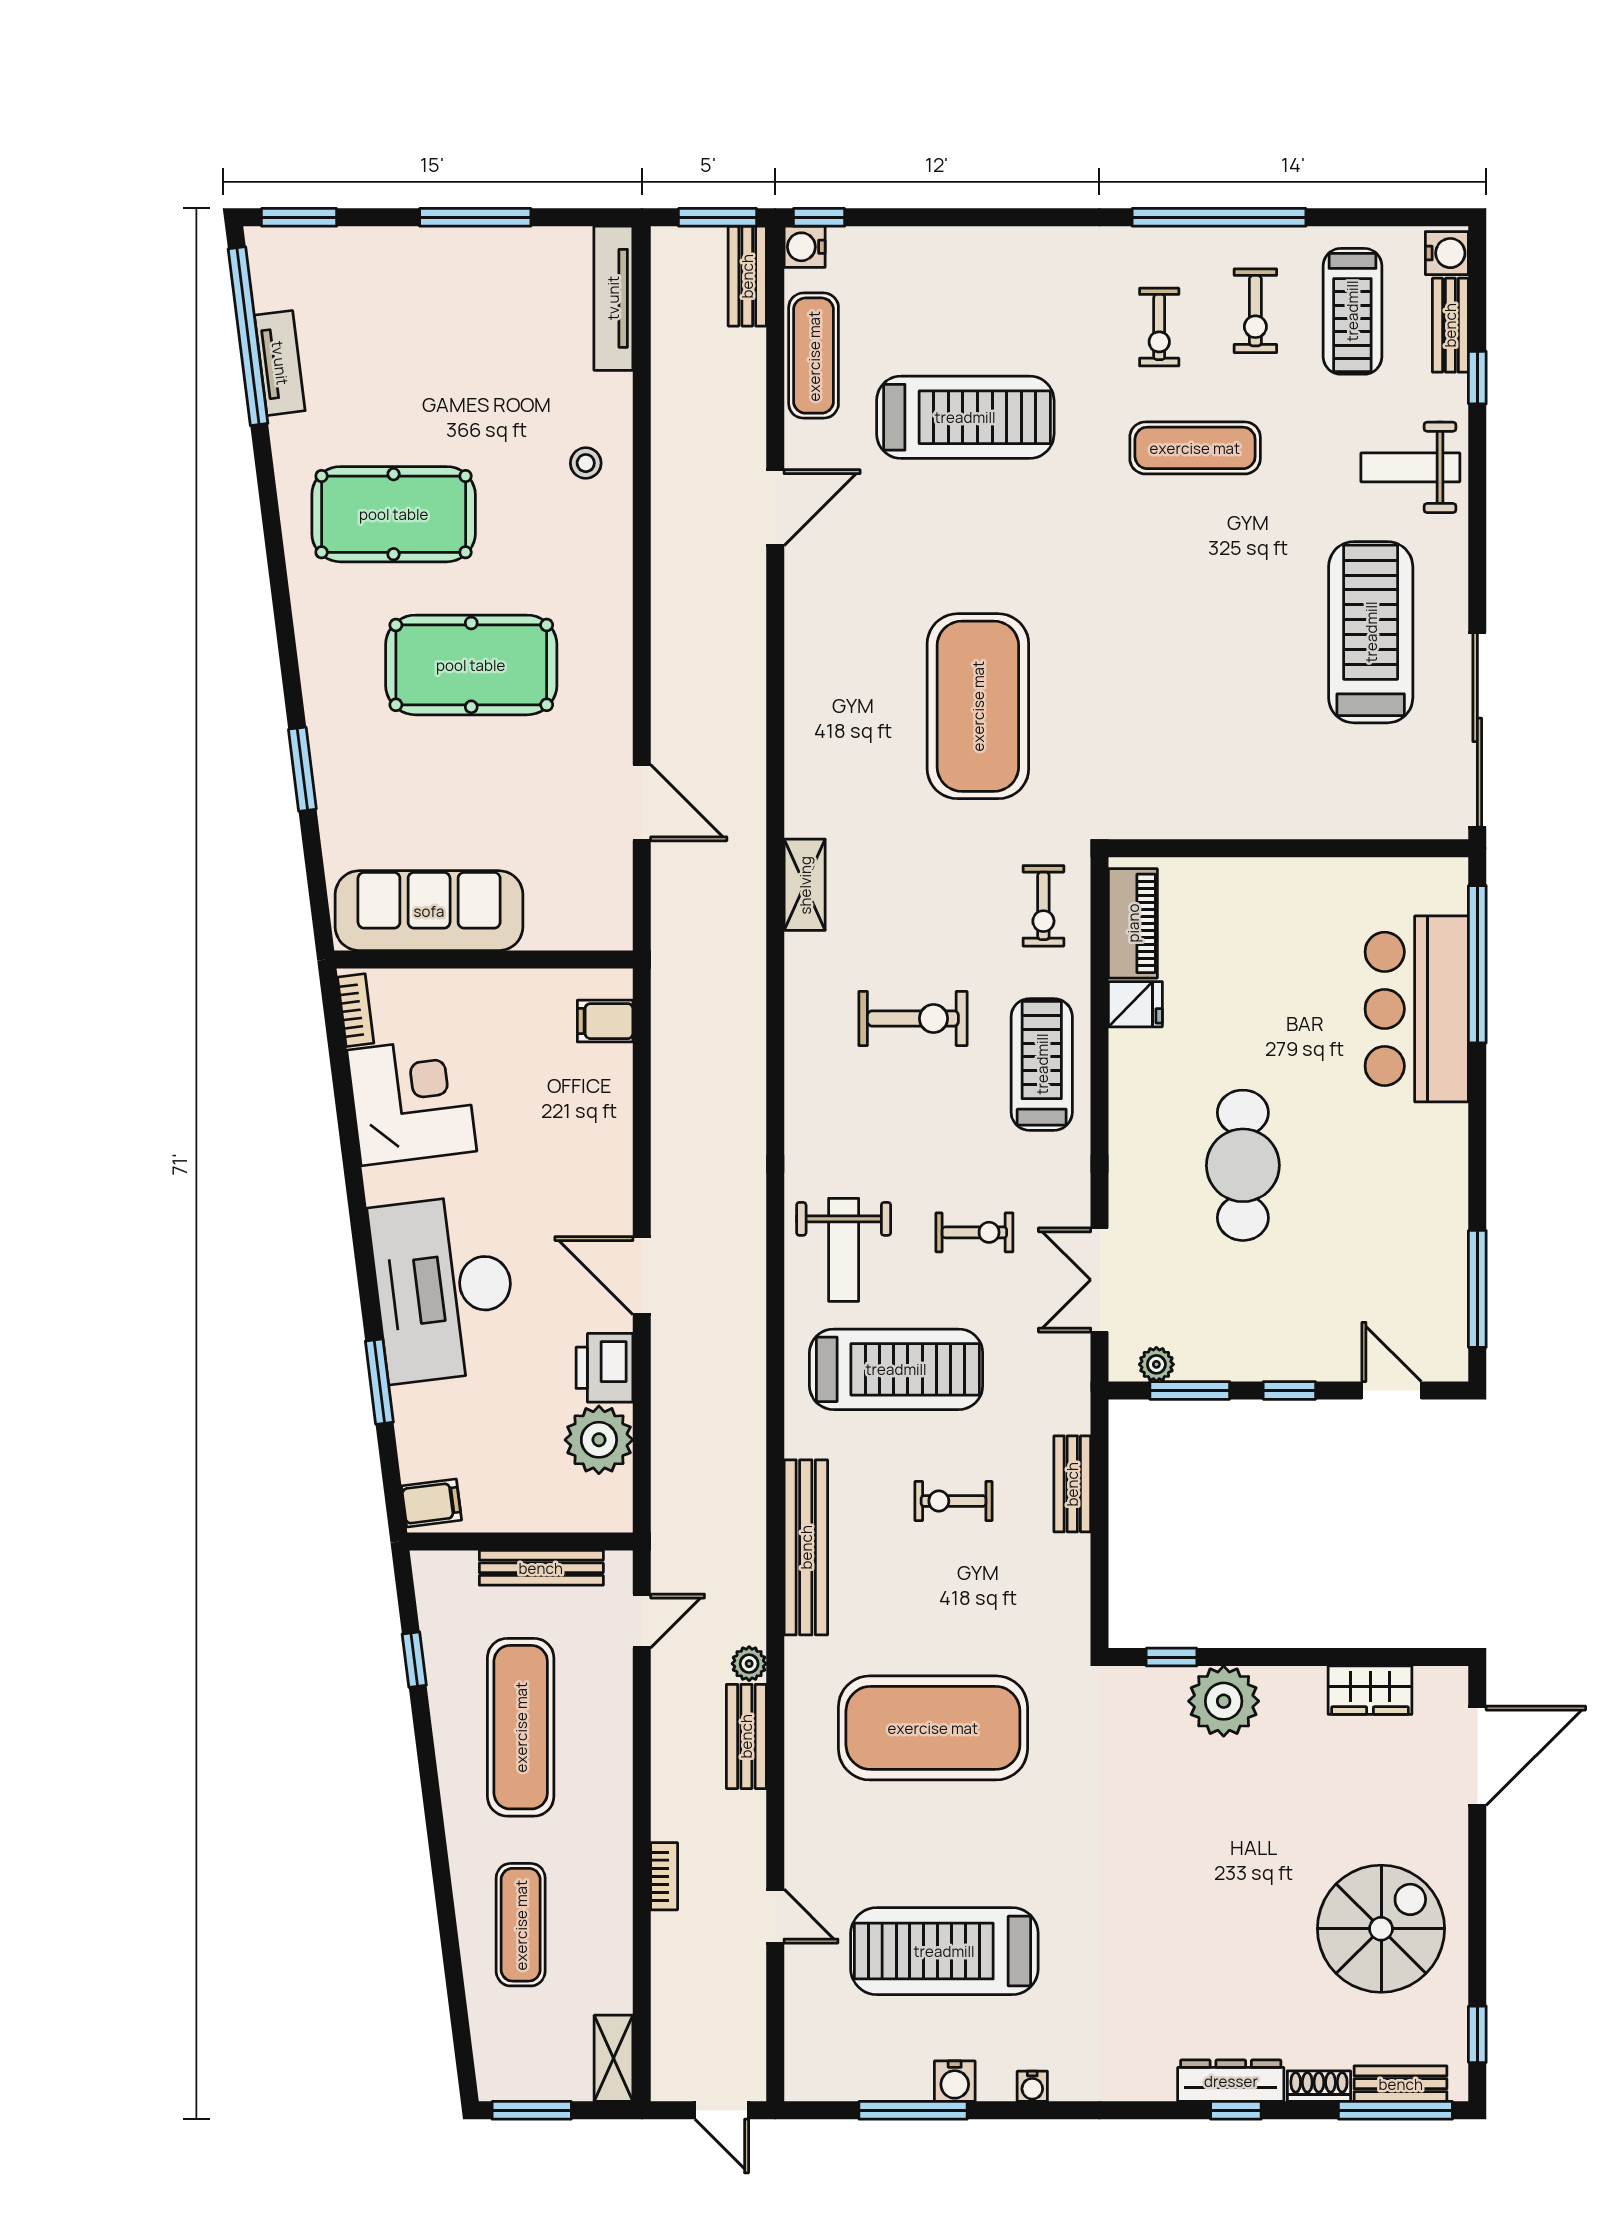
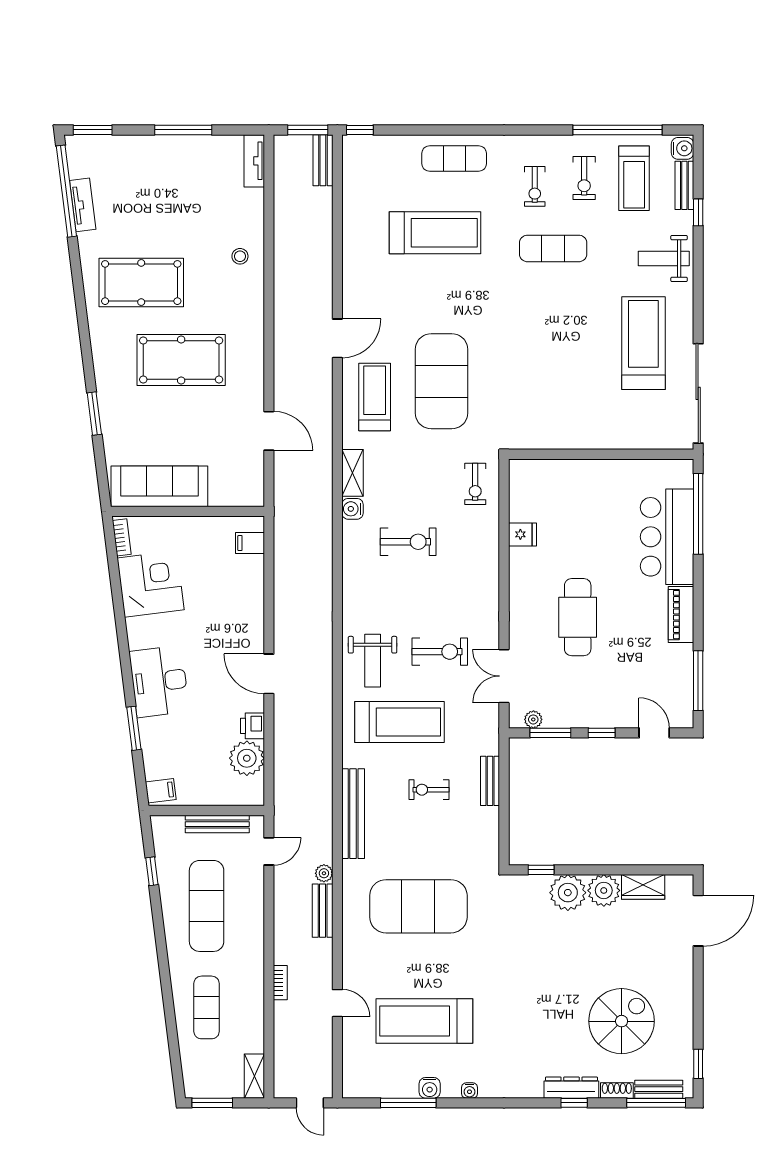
window: (1219, 217) -> (618, 130), moved
water cooler: (805, 247) -> (352, 509), moved
tv unit: (613, 298) -> (254, 161), width x0.71
exercise mat: (814, 356) -> (454, 159), moved, turned 90
door: (775, 508) -> (337, 338), moved
piano: (1133, 923) -> (681, 615), moved, turned 180
treadmill: (1042, 1064) -> (375, 397), moved
exercise bike: (974, 1232) -> (440, 652), width x1.38, depth x1.39
desk: (444, 1288) -> (159, 681), width x0.73, depth x0.77
printer: (605, 1368) -> (252, 726), width x0.73, depth x0.81
plant: (1294, 1697) -> (604, 890), added
spiral stairs: (1381, 1929) -> (622, 1021), moved

